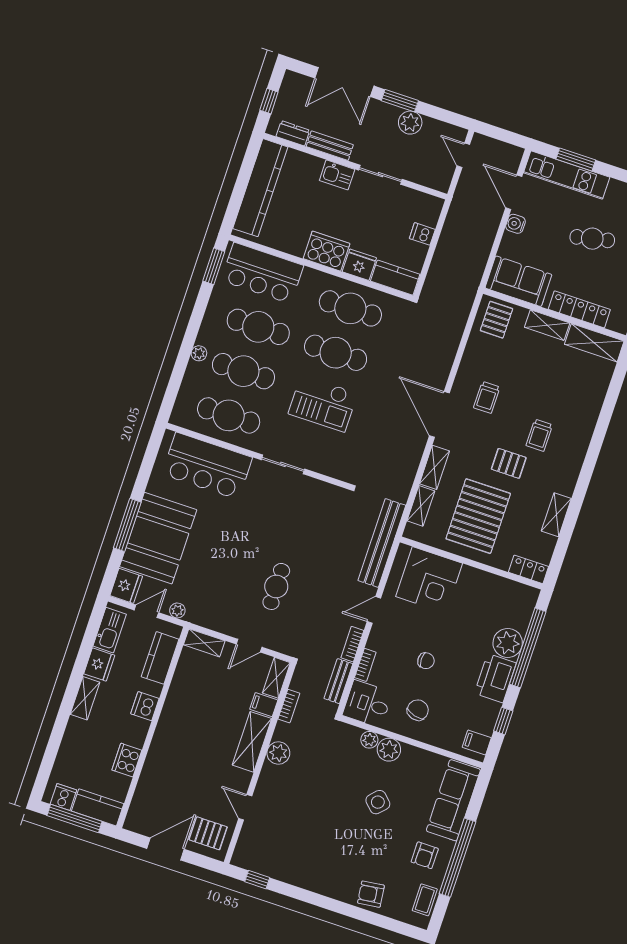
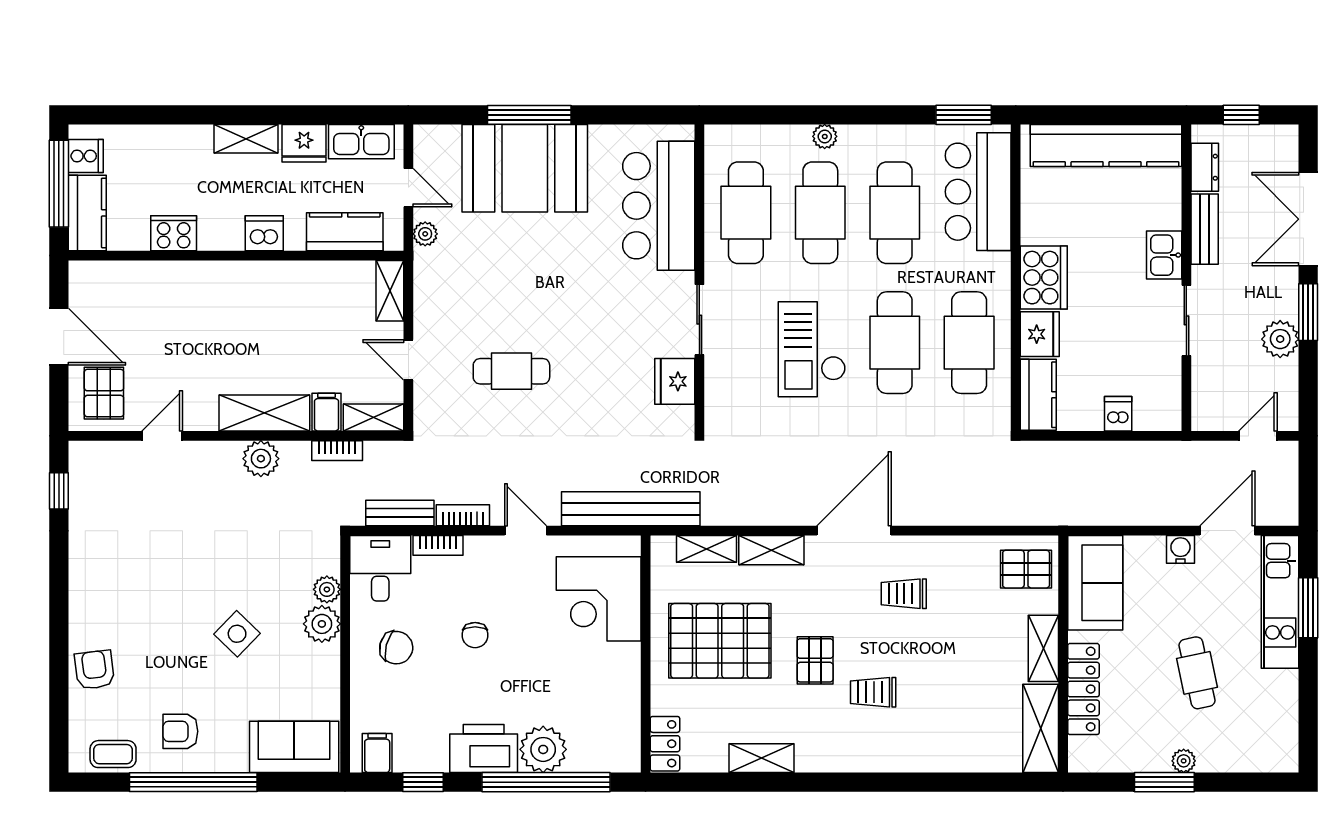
fridge: (126, 586) -> (675, 381), moved, turned 90
sofa: (453, 800) -> (294, 747), width x0.73

